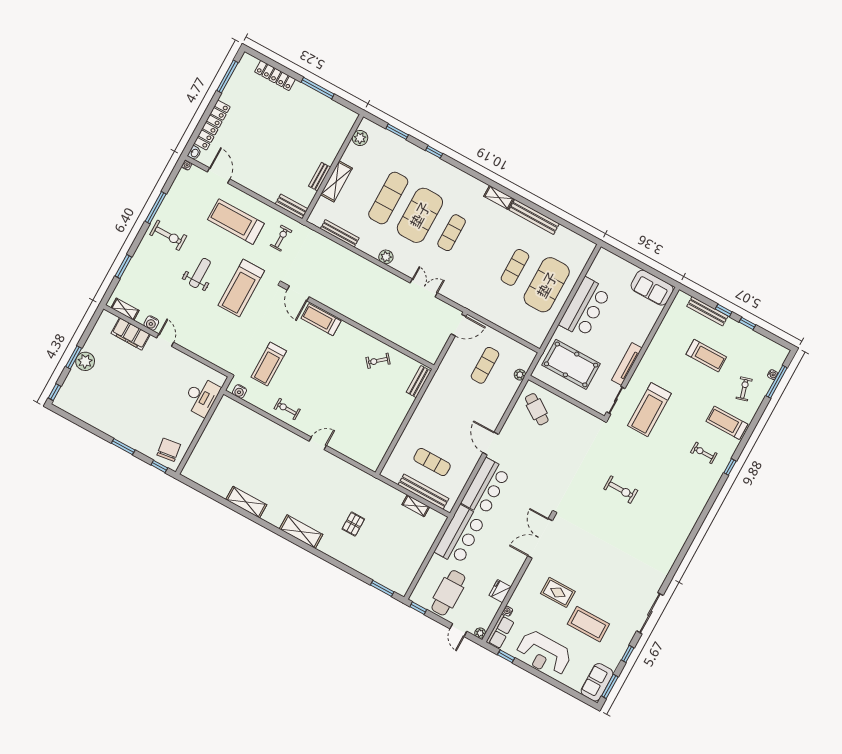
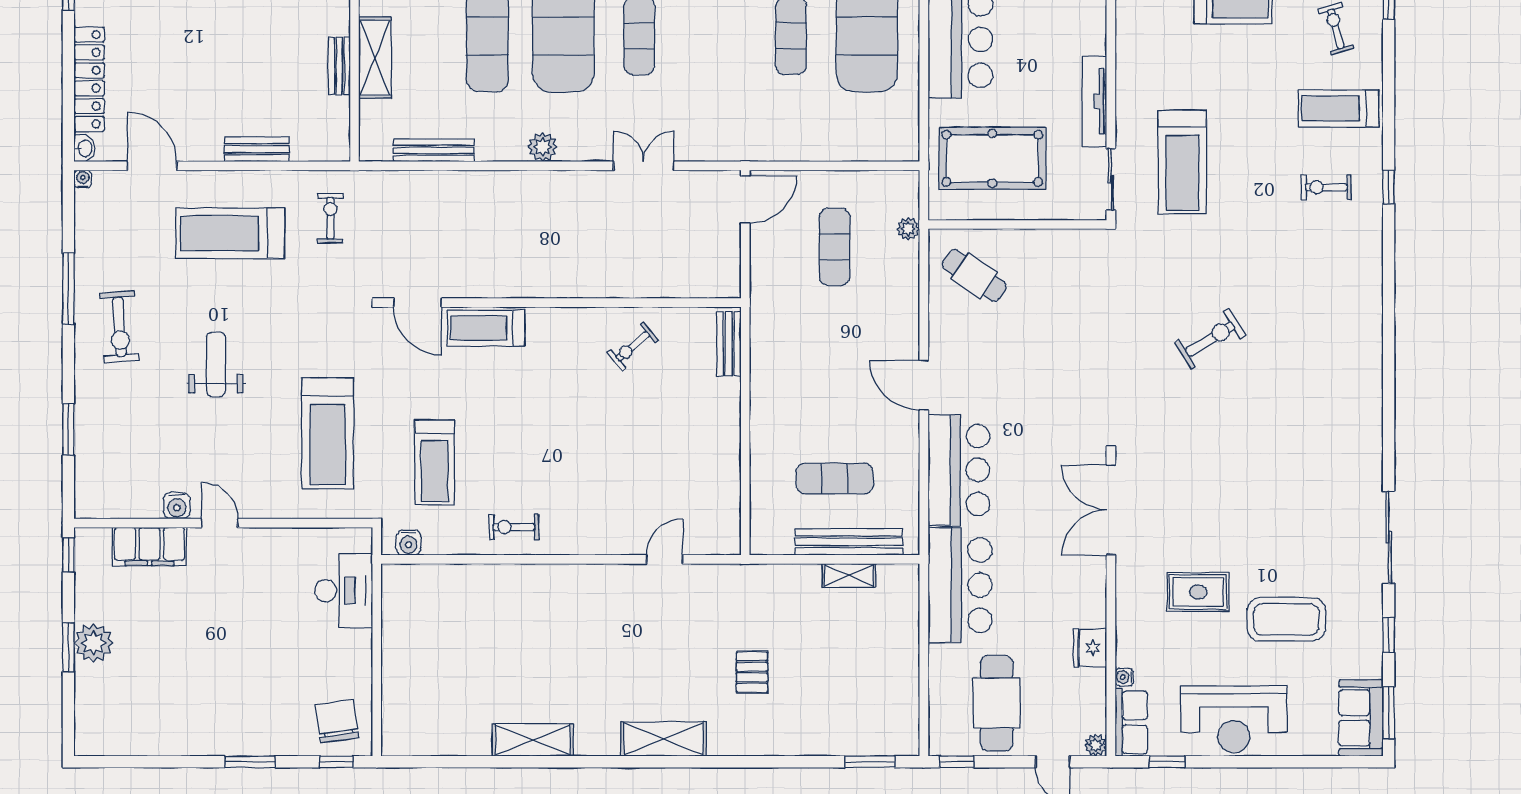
bench: (292, 206) -> (257, 149), moved
exercise bike: (168, 235) -> (119, 327), turned 86
treadmill: (241, 288) -> (328, 433), moved
shelving: (125, 309) -> (114, 507), removed
window: (55, 392) -> (68, 555), moved
door: (318, 443) -> (665, 559), moved
exercise bike: (621, 490) -> (1210, 339), turned -32

